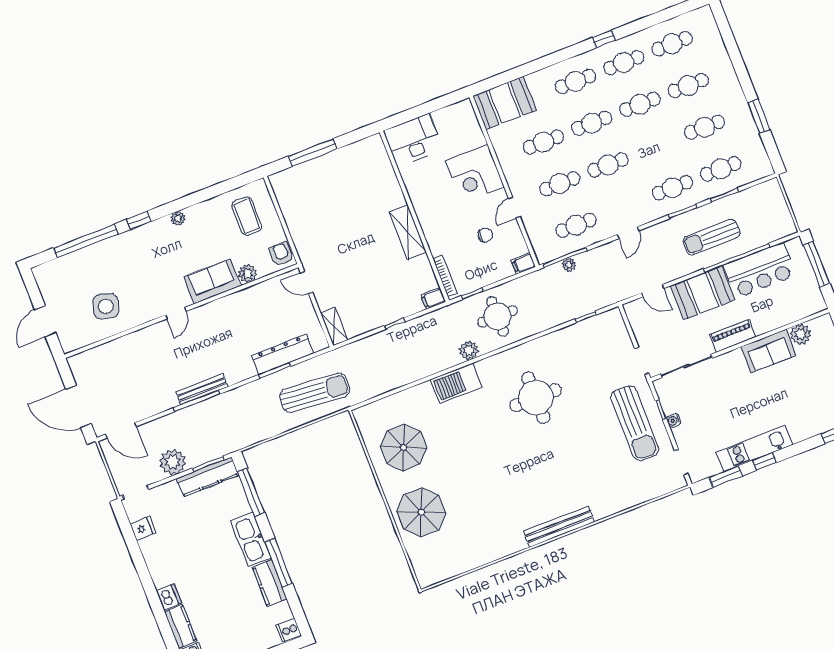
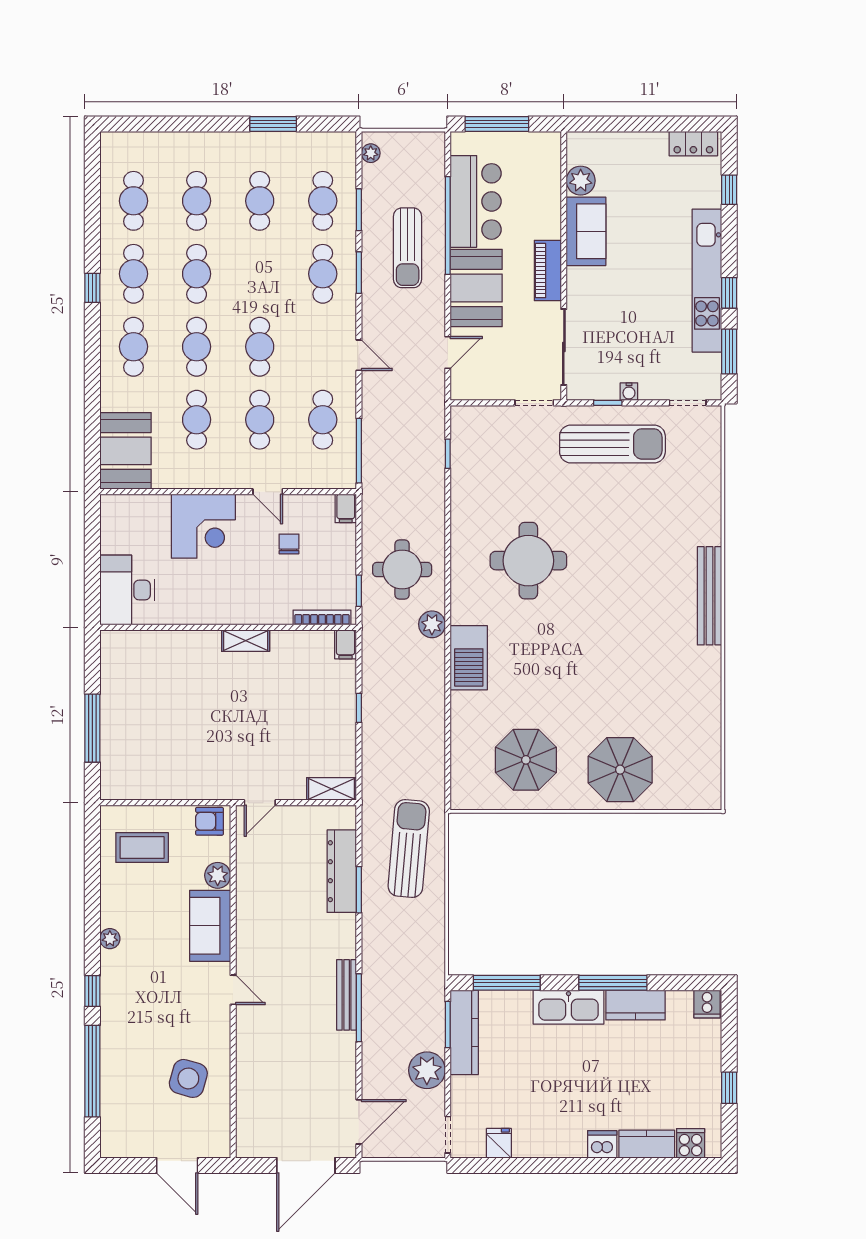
shelving: (408, 232) -> (246, 641), width x0.67, depth x0.75
plant: (569, 265) -> (371, 153), moved
kitchen unit: (754, 448) -> (707, 281), width x1.36

